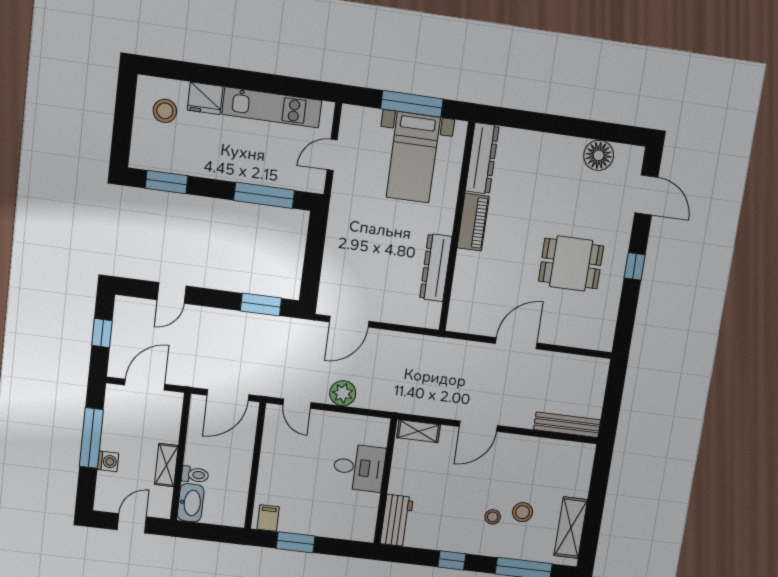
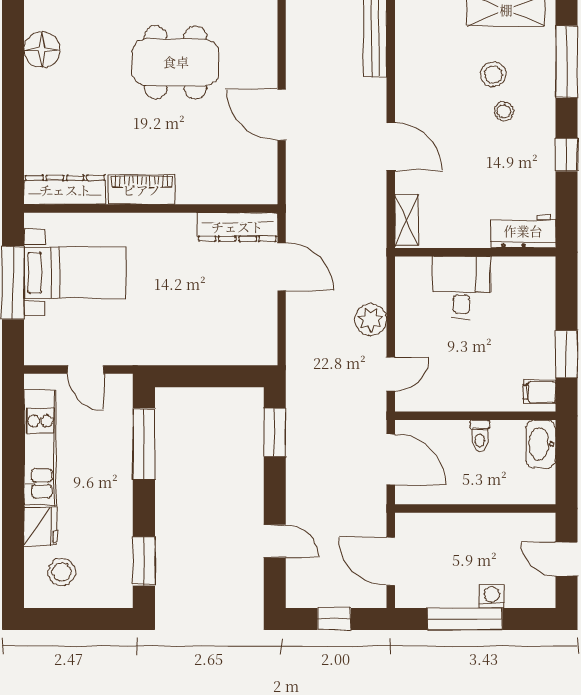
dining table: (571, 264) -> (176, 62), width x1.38
dresser: (436, 268) -> (237, 227), moved
door: (349, 322) -> (282, 267), moved
shelving: (166, 465) -> (488, 525), removed
toilet: (195, 475) -> (480, 436), moved, turned 180
washbasin: (191, 503) -> (541, 444), moved, turned -90

